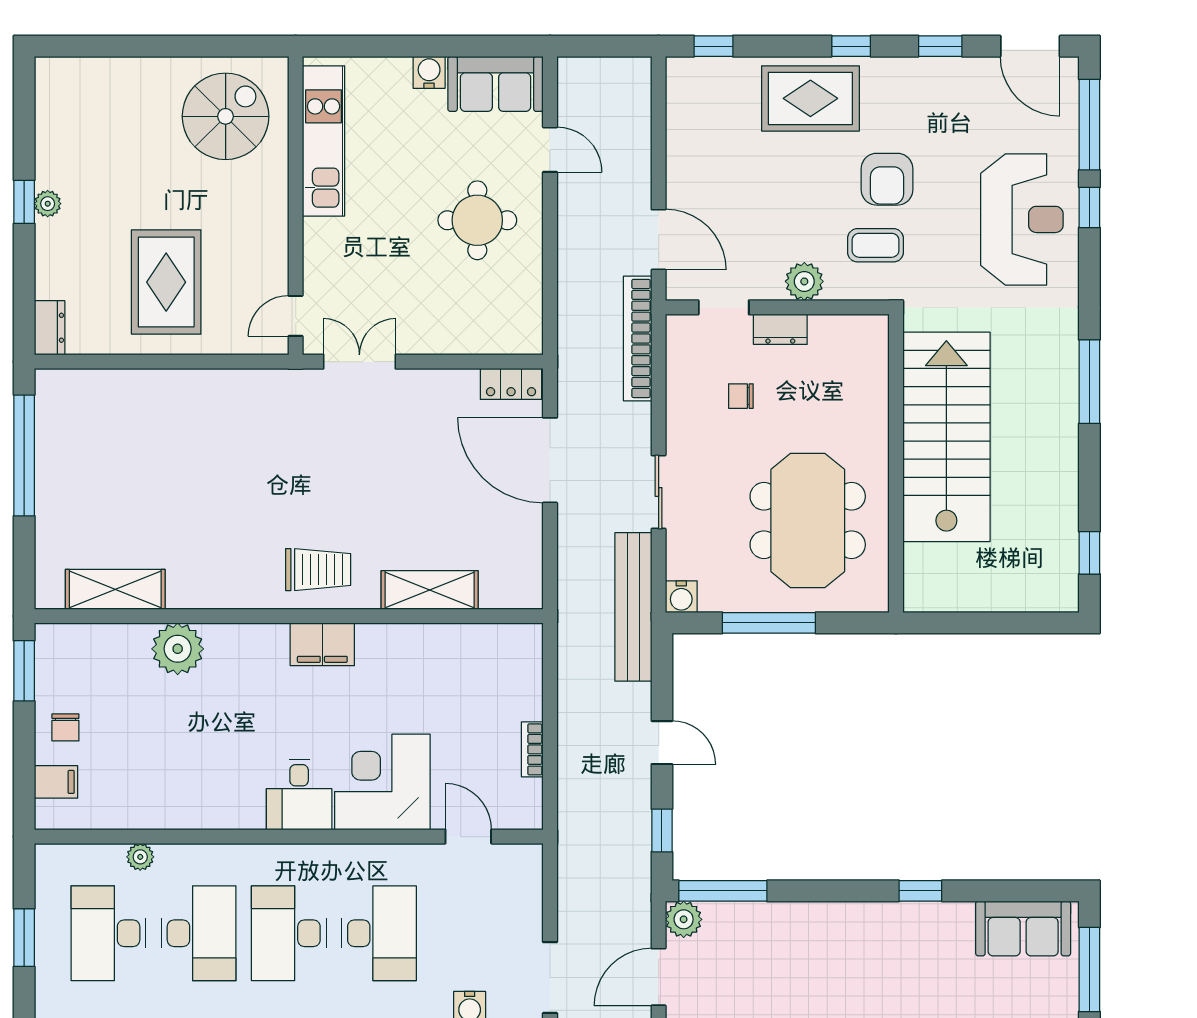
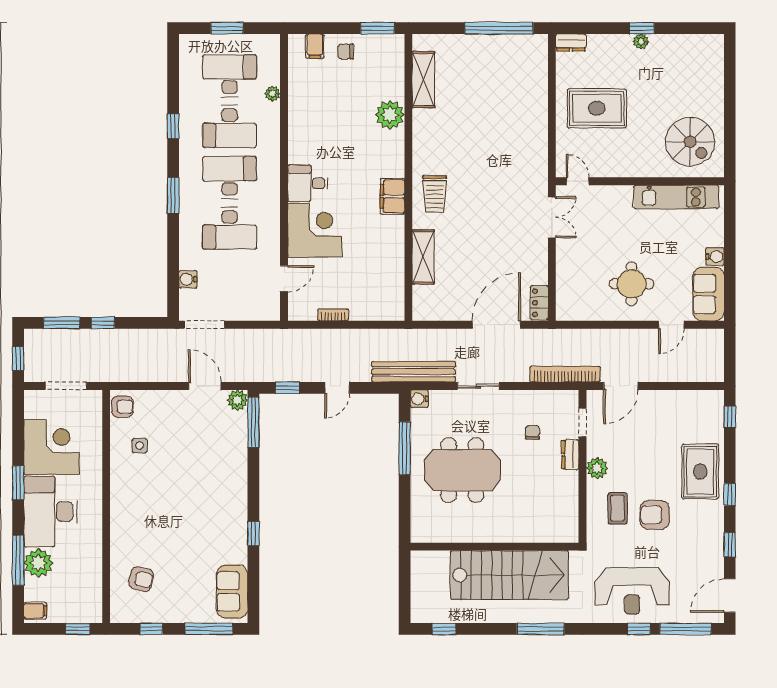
stairs: (946, 437) -> (509, 575), moved
wall: (896, 463) -> (494, 547), moved

